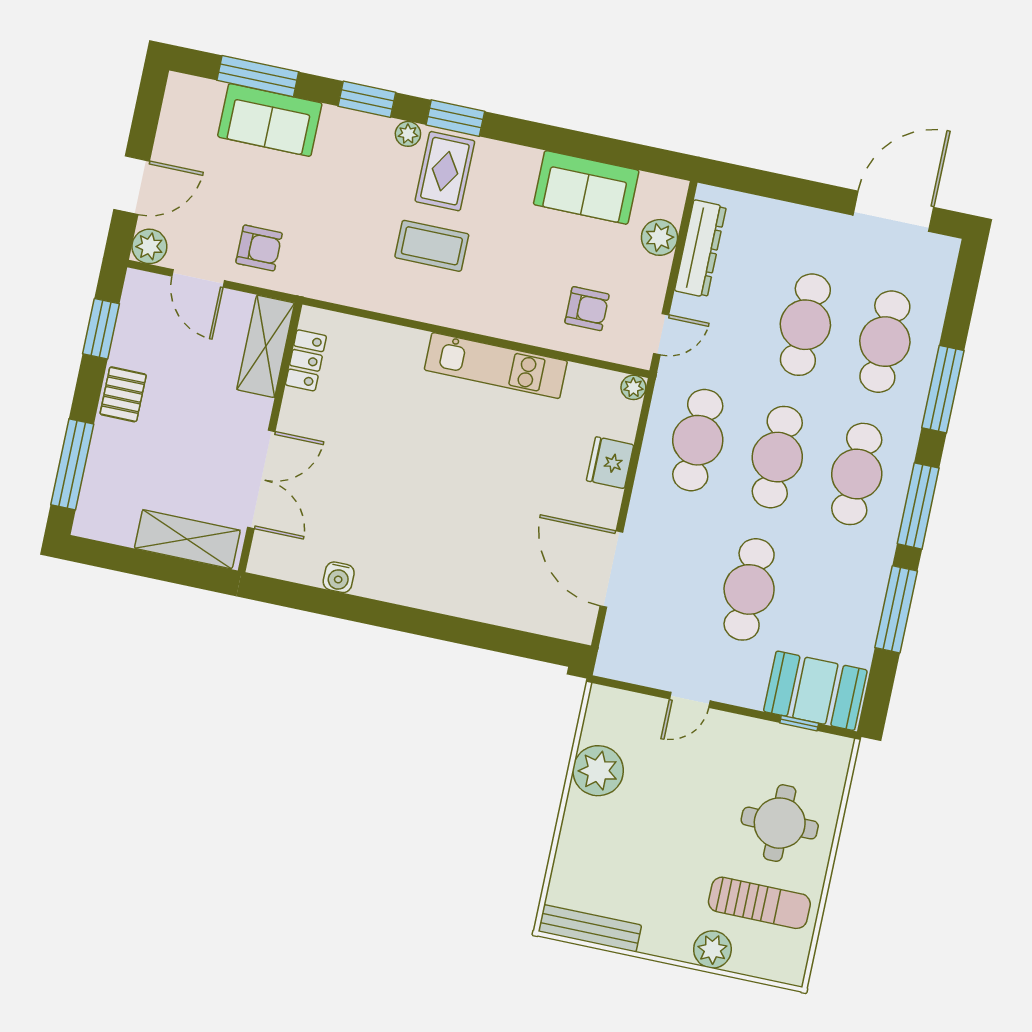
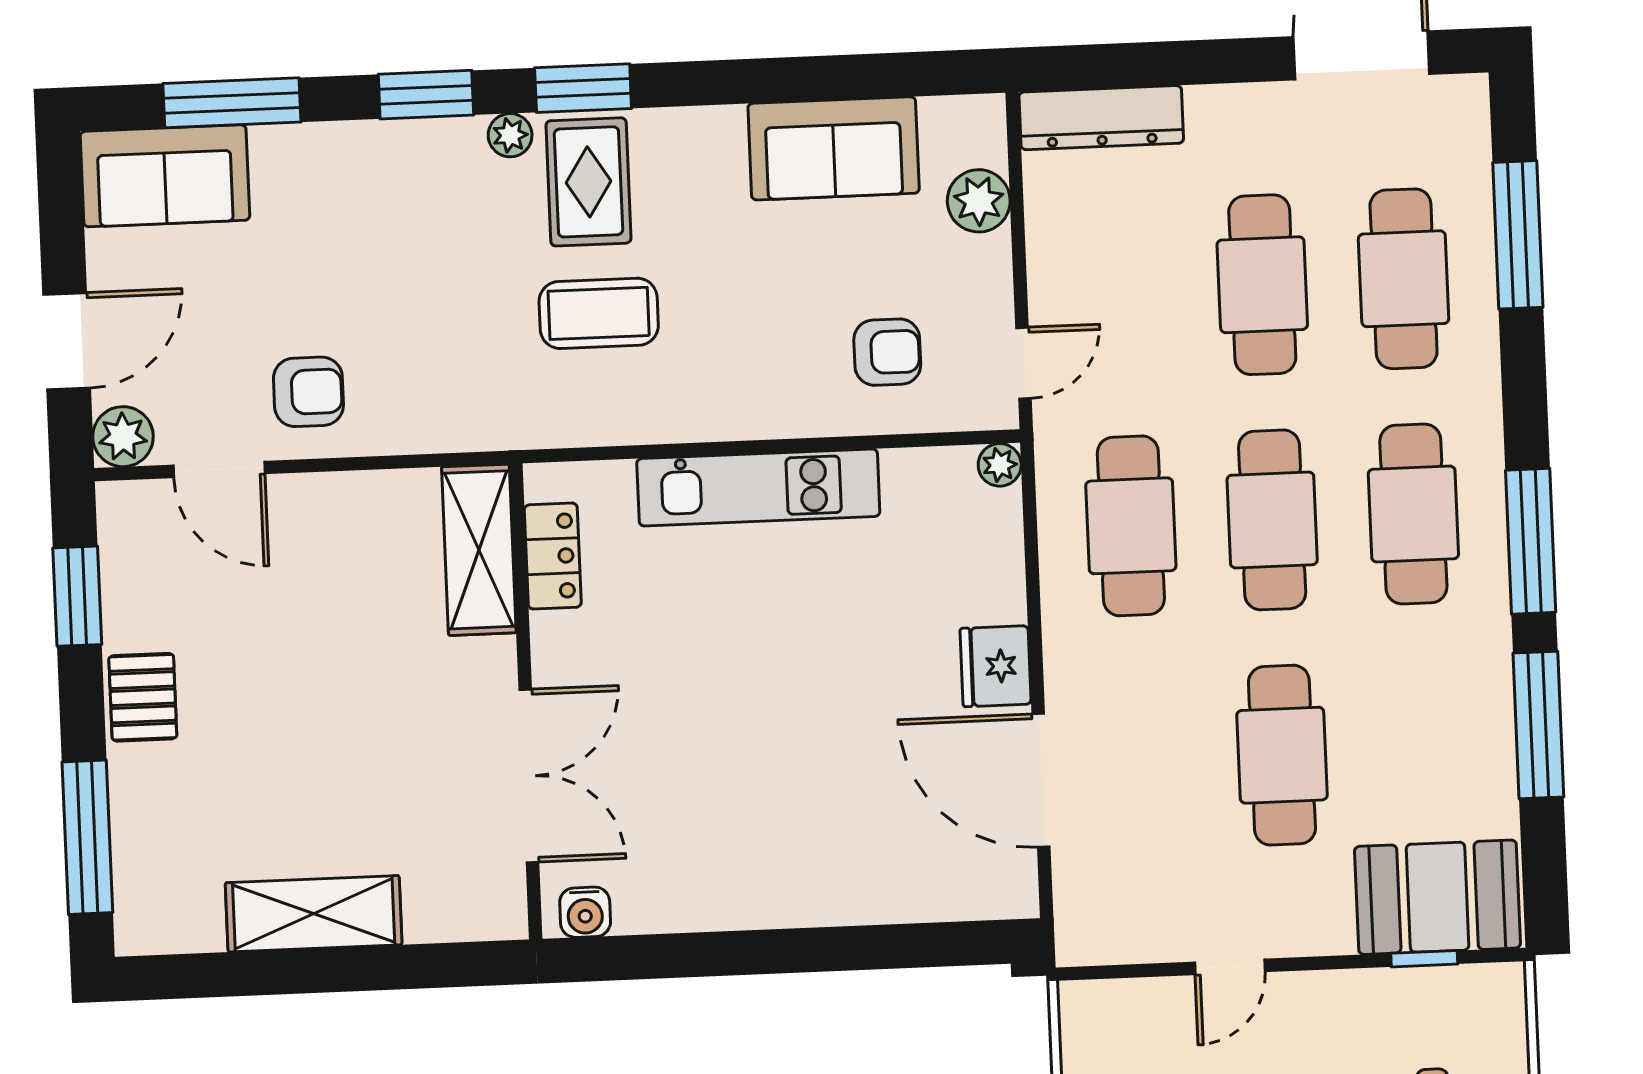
sofa: (270, 120) -> (165, 176), moved
dresser: (700, 249) -> (1101, 118), moved, turned 90
shelving: (266, 346) -> (479, 550), moved
locker: (306, 360) -> (553, 556), moved
window: (943, 389) -> (1518, 235), moved
wall: (270, 437) -> (526, 701), moved
fridge: (610, 463) -> (996, 666), moved
double door: (261, 479) -> (529, 776), moved

